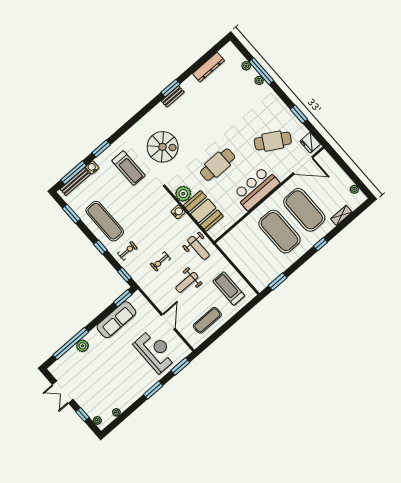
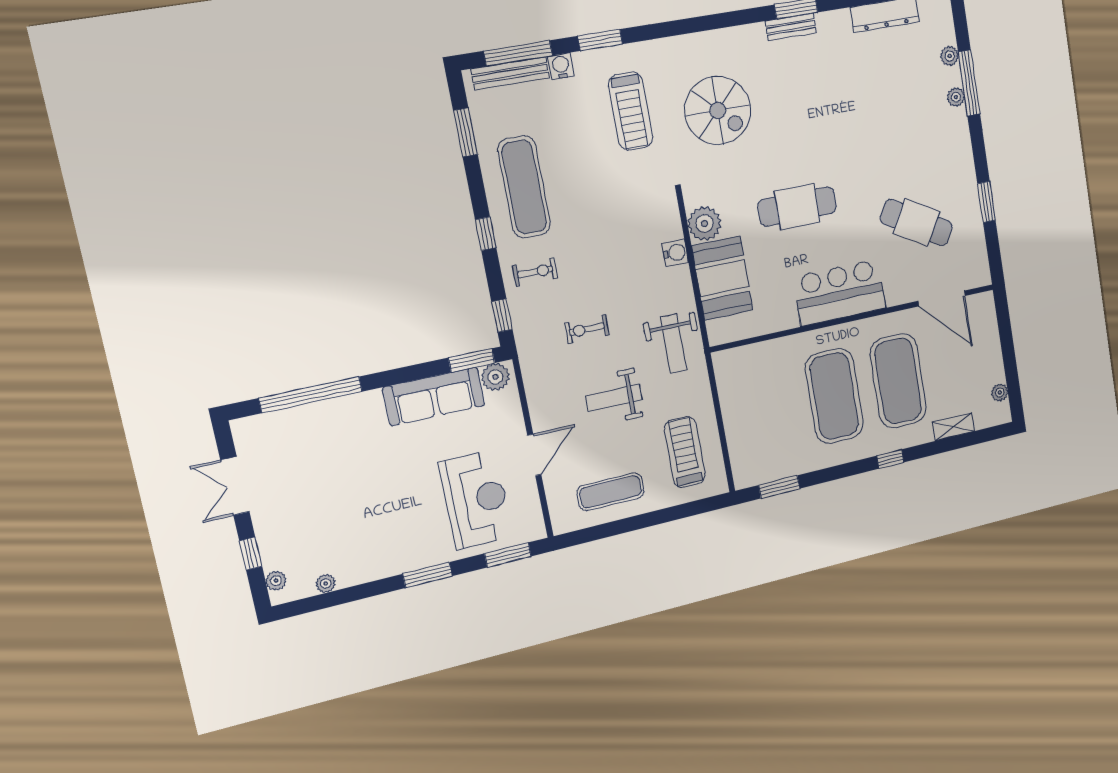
fridge: (310, 143) -> (976, 265), removed
plant: (82, 346) -> (495, 377), moved

